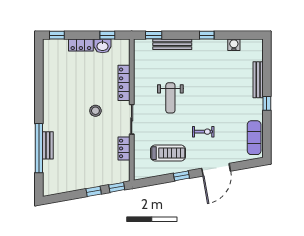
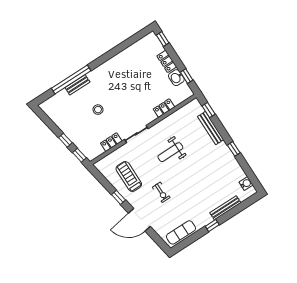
water cooler: (234, 45) -> (246, 184), moved
locker: (124, 83) -> (164, 108), width x0.66
stool: (95, 111) -> (98, 110), moved
treadmill: (168, 153) -> (129, 177), turned 180

